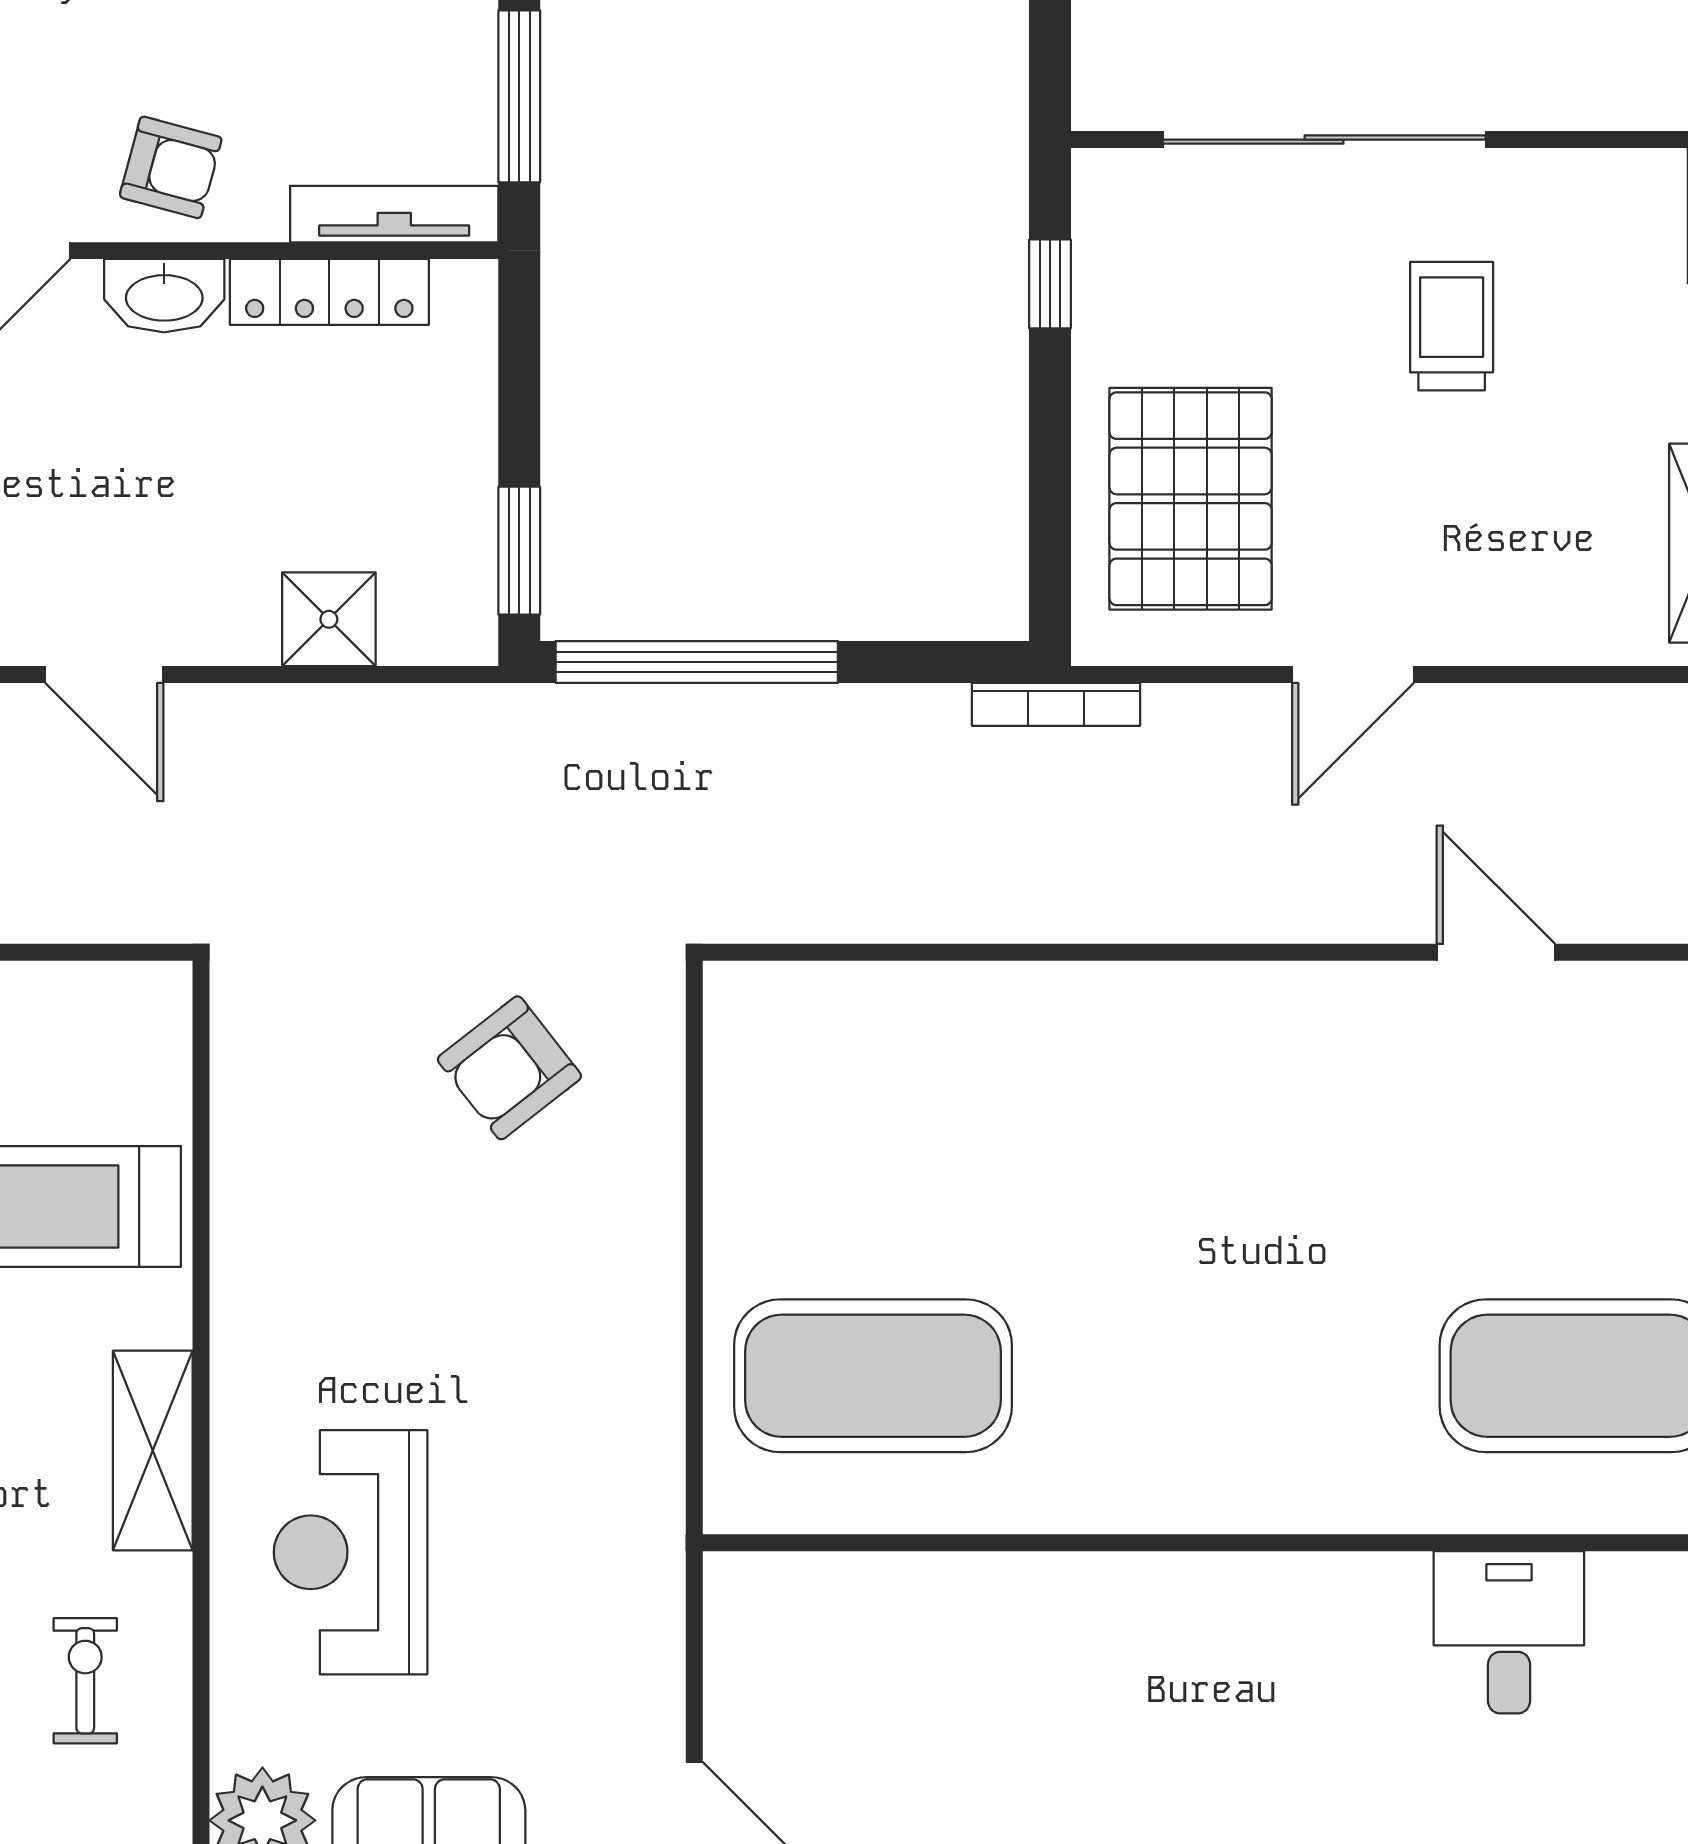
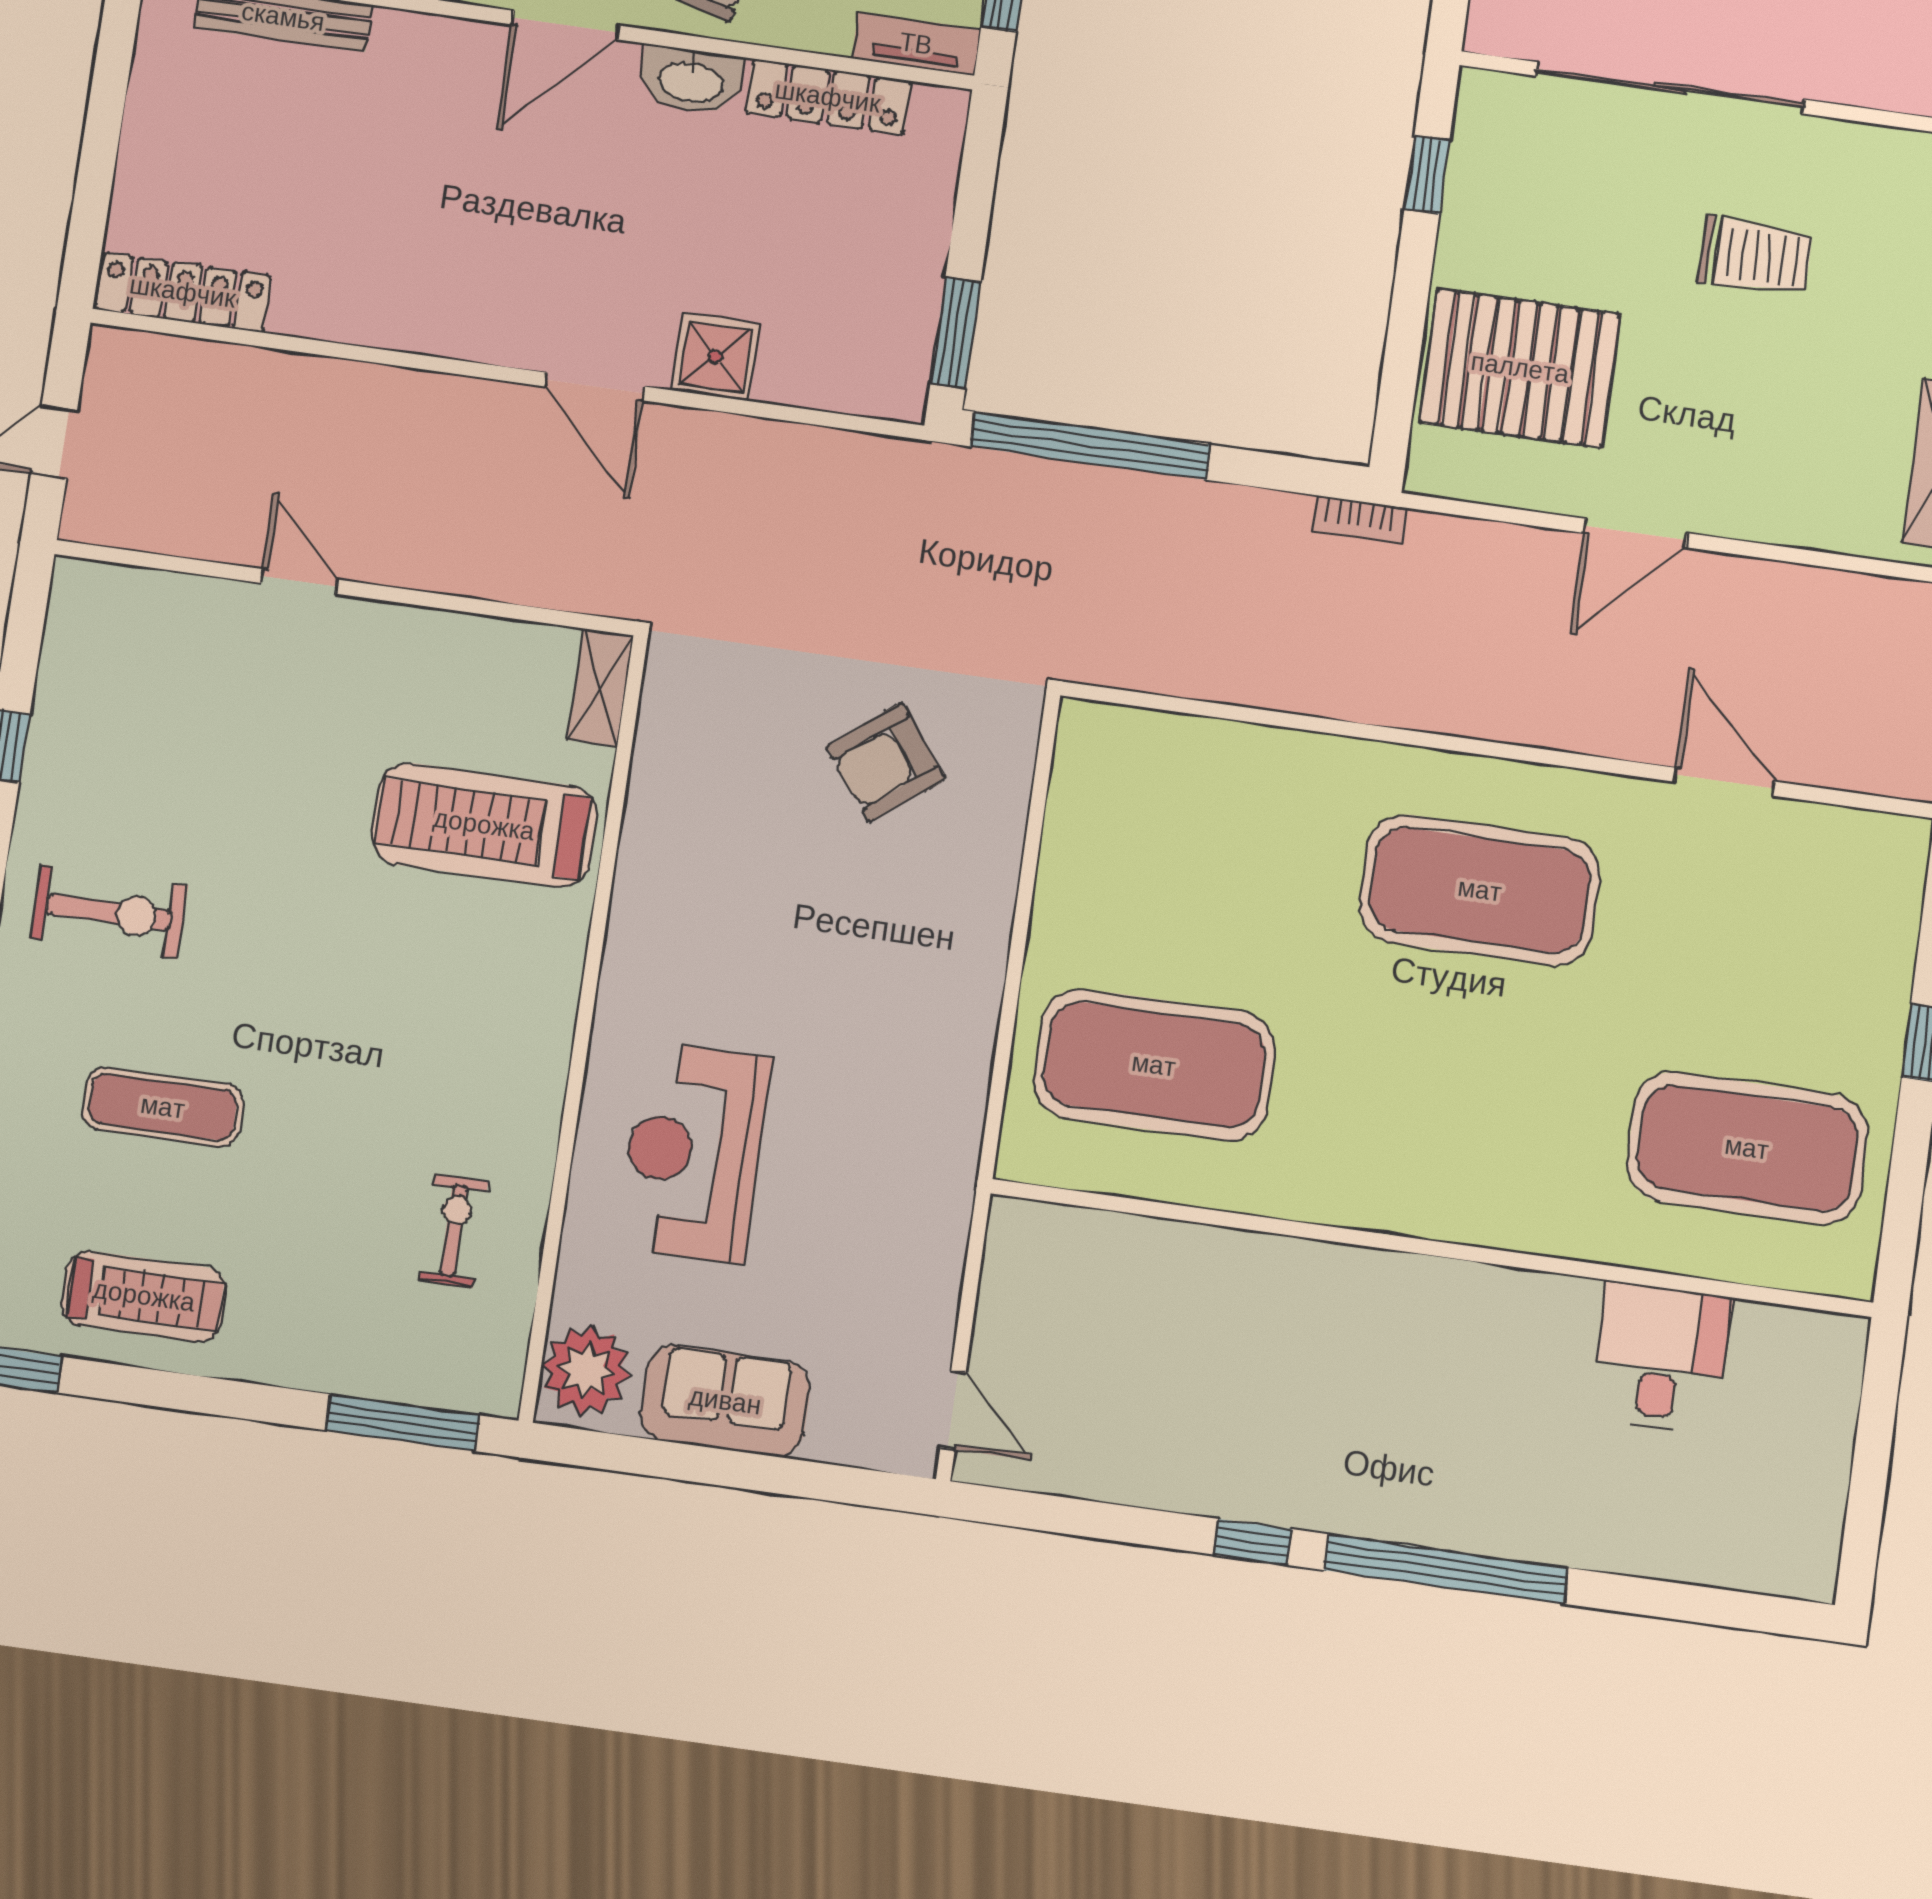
tv unit: (394, 214) -> (916, 44), width x0.71
trolley: (1452, 326) -> (1755, 256), turned 90
pallet: (1191, 499) -> (1520, 368), turned 90
shower: (329, 619) -> (715, 357), moved
bookcase: (1056, 704) -> (1360, 519), width x0.64
exercise mat: (1226, 1119) -> (1480, 890), added
shelving: (153, 1450) -> (600, 688), moved, width x0.67, depth x0.75

